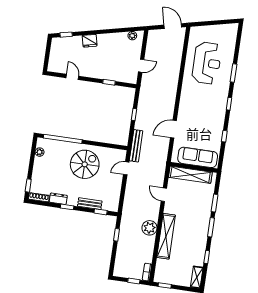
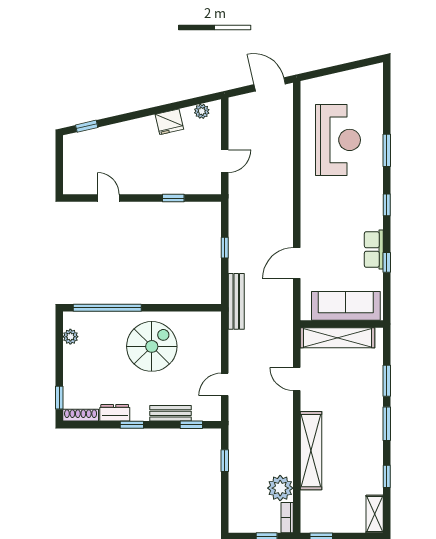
fridge: (90, 41) -> (169, 122), moved
row of seats: (218, 128) -> (374, 249), added
door: (126, 168) -> (225, 384), moved
plant: (149, 228) -> (280, 488), moved

